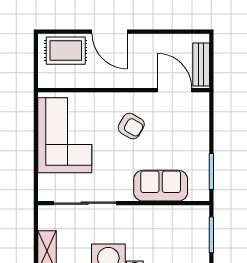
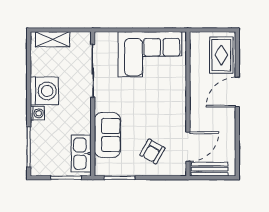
armchair: (131, 126) -> (152, 151), moved
kitchen sink: (183, 217) -> (81, 154), added

